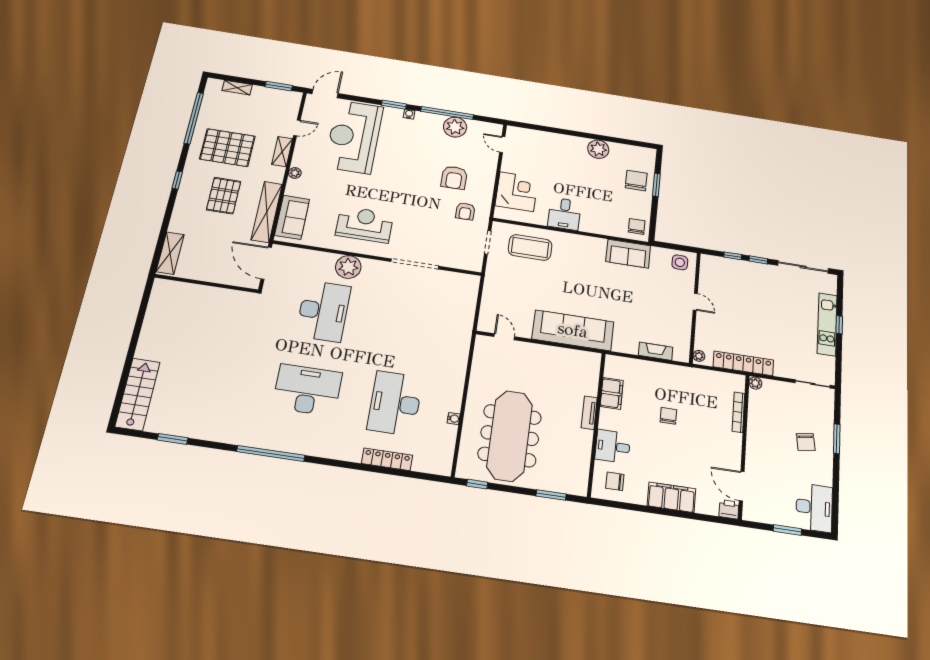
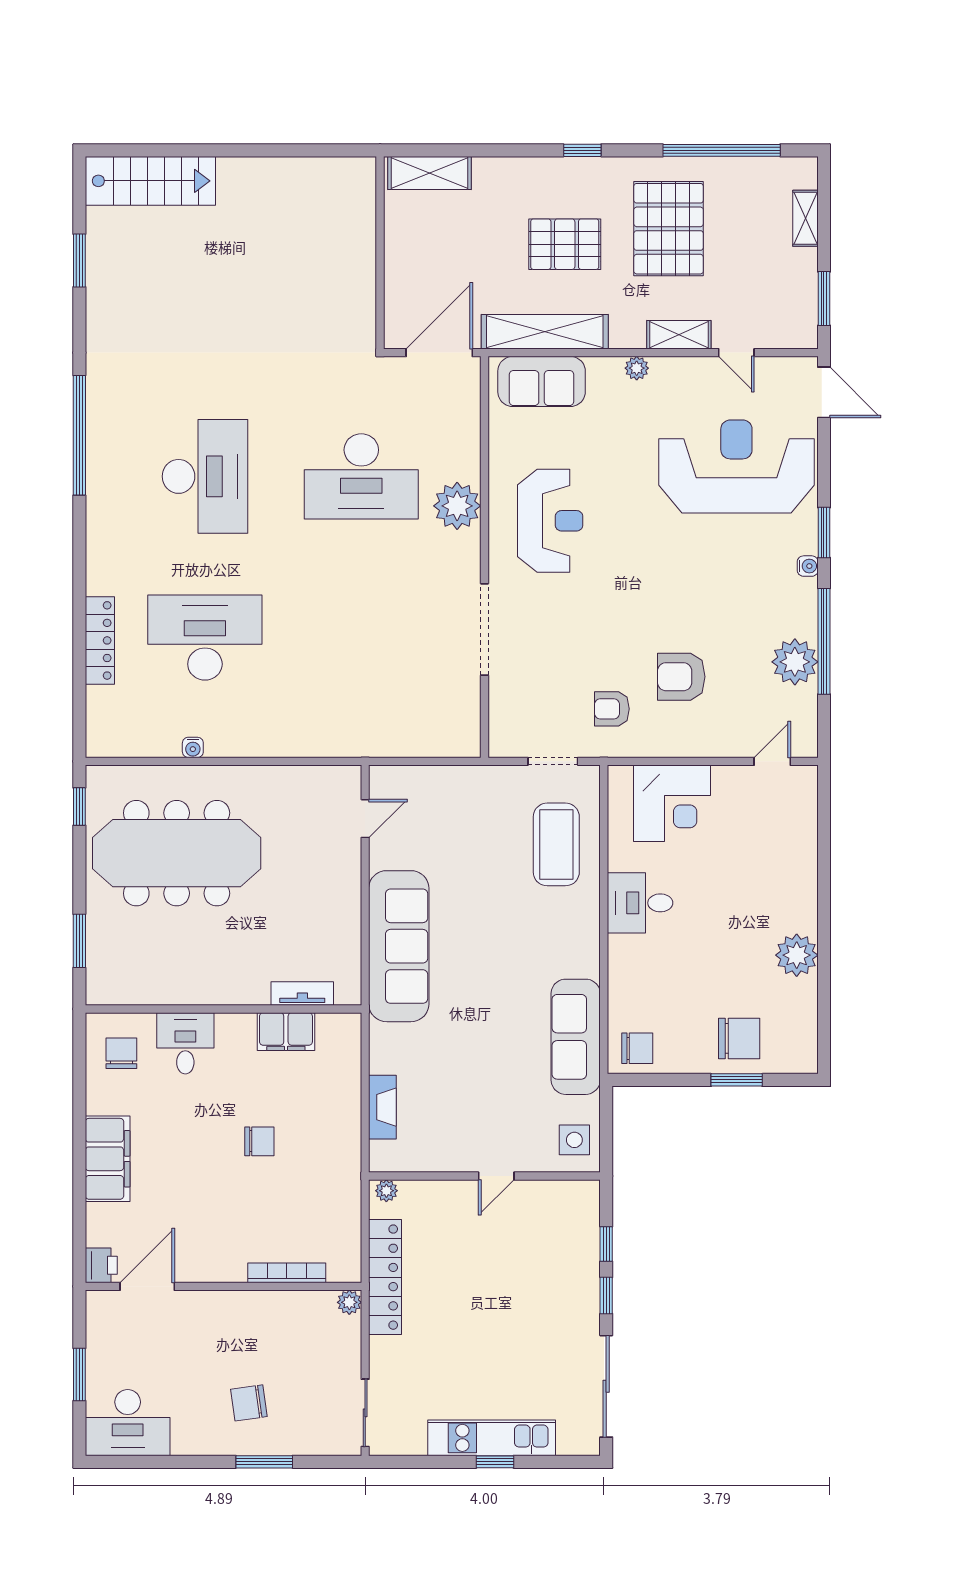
sofa: (628, 254) -> (576, 1037), width x1.36
tv unit: (589, 413) -> (302, 993), moved

